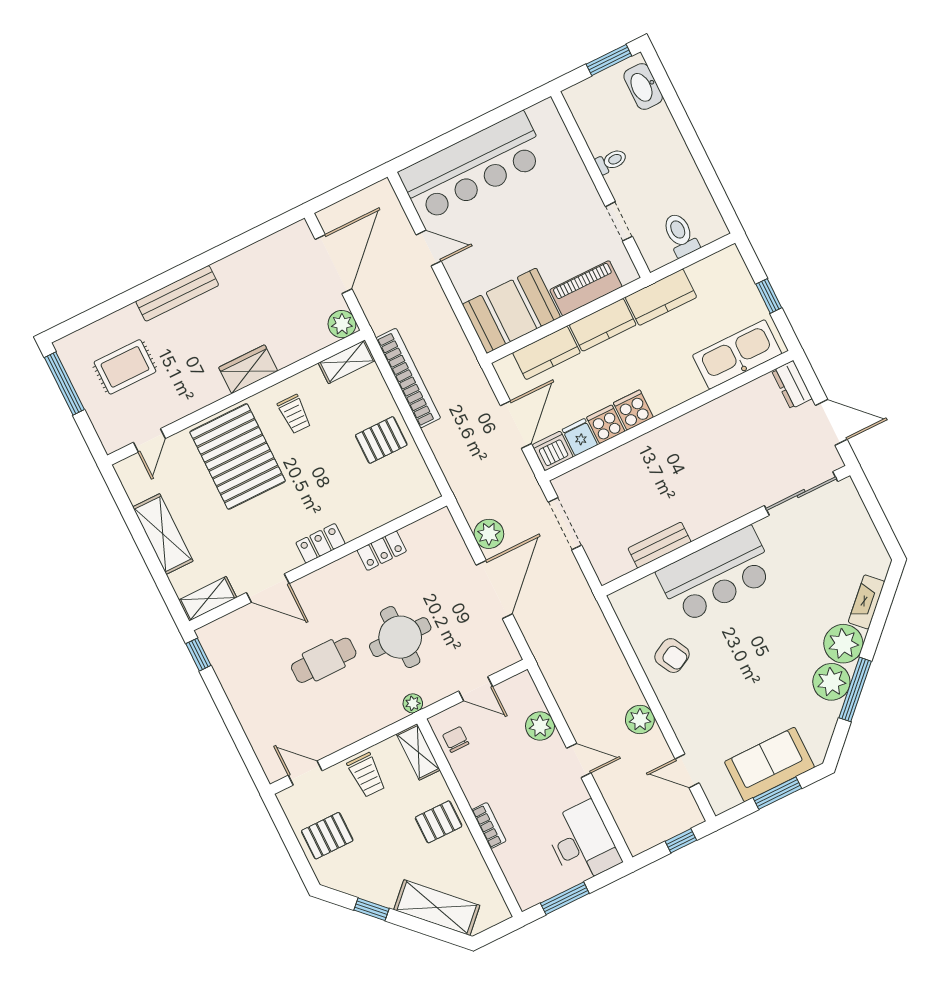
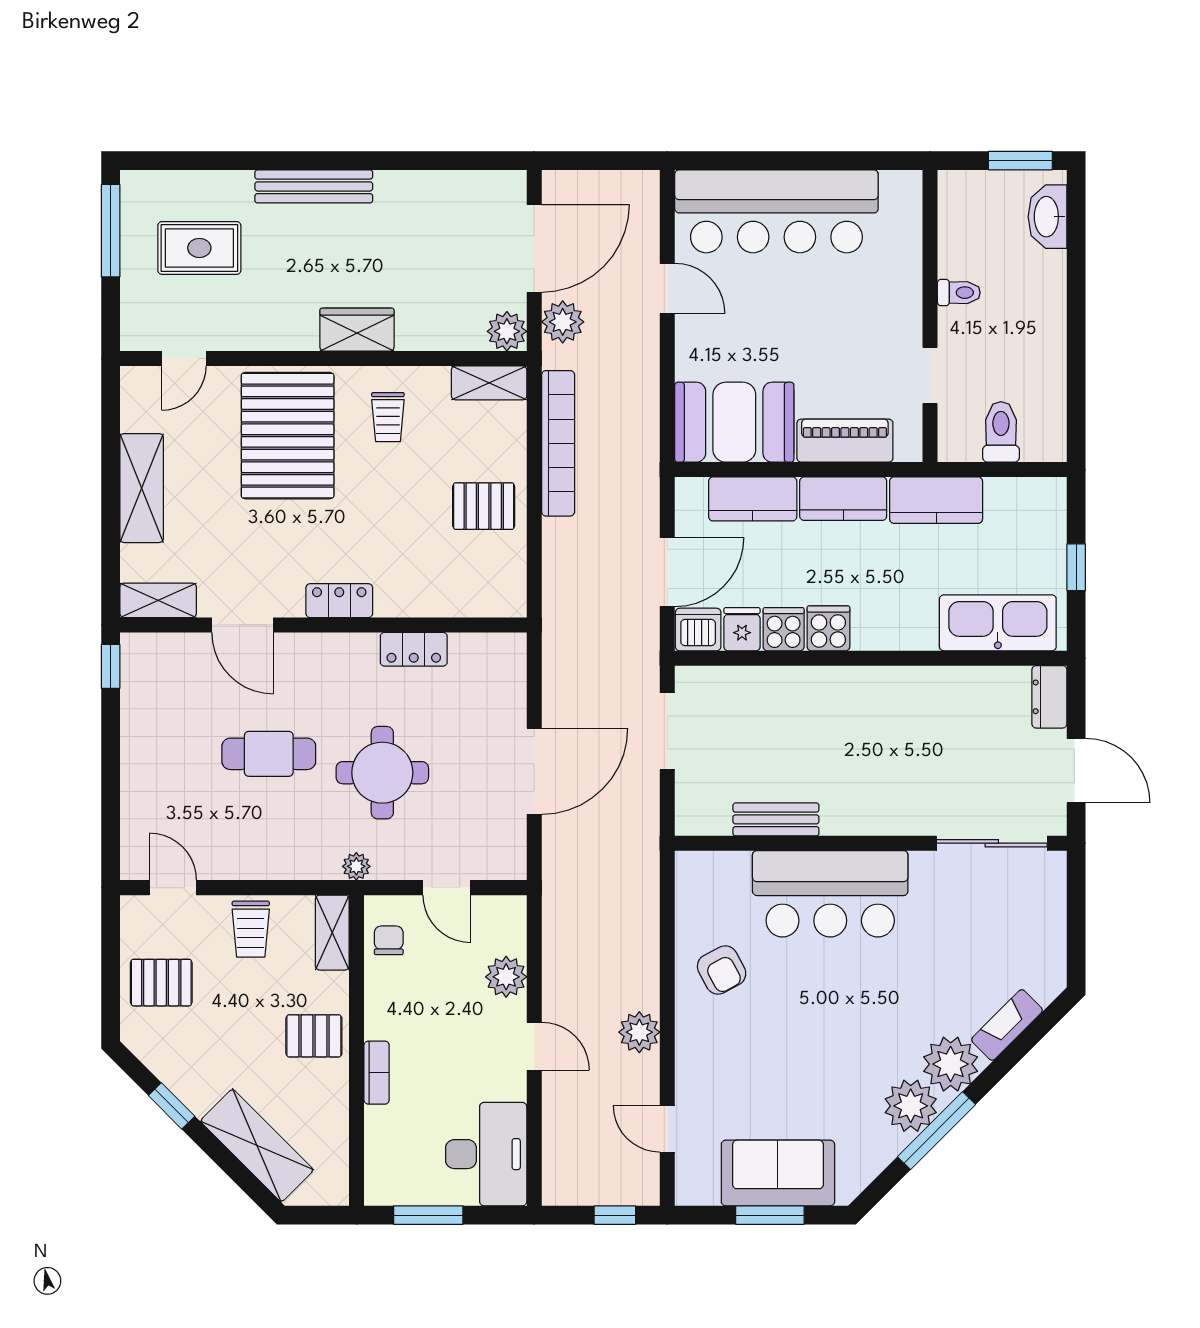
plant: (489, 534) -> (563, 322), moved

